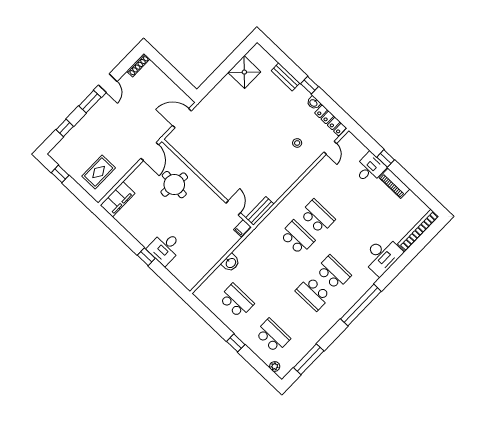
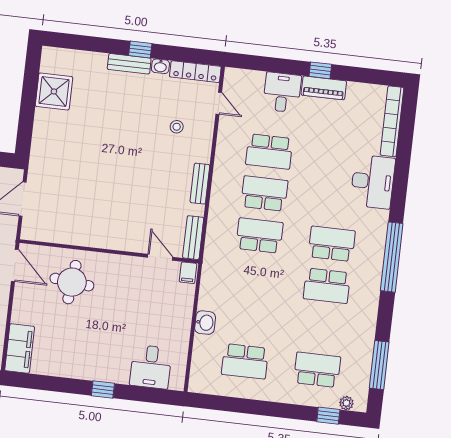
bench: (285, 77) -> (129, 64), moved
window: (386, 158) -> (320, 70), moved
bench: (286, 184) -> (200, 184), added
school desk: (338, 195) -> (269, 152), added
desk: (165, 248) -> (151, 367), moved
school desk: (236, 301) -> (245, 361), turned 180
window: (236, 343) -> (328, 416), moved

